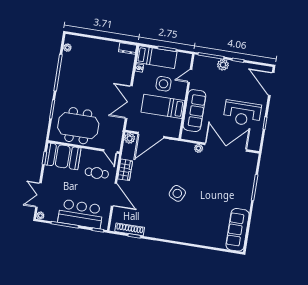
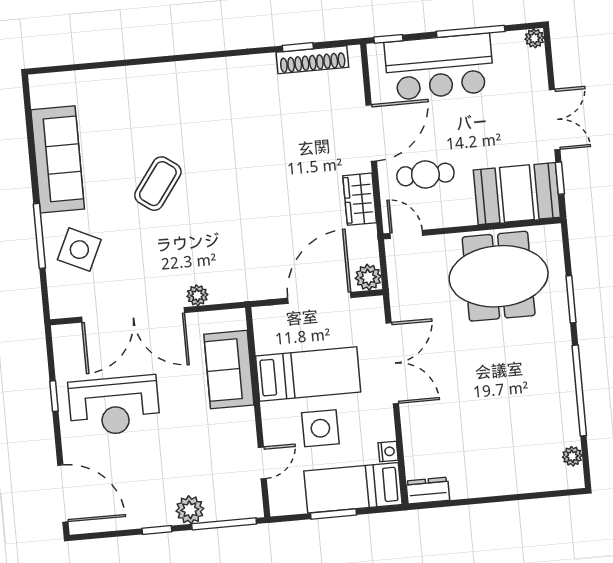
sofa: (194, 111) -> (229, 370), width x0.73
reception desk: (242, 113) -> (114, 406), turned 180
side table: (177, 193) -> (79, 250), moved
double door: (38, 195) -> (555, 120), moved
door: (114, 195) -> (371, 133), swing flipped
coffee table: (203, 196) -> (158, 184), added
sofa: (238, 230) -> (58, 159), moved

